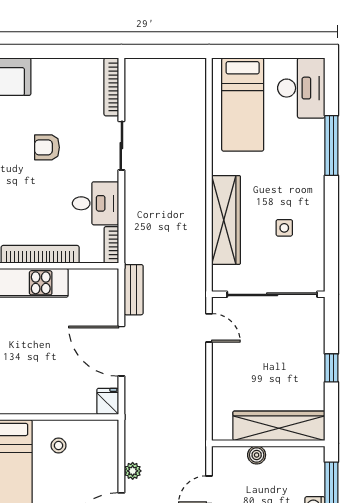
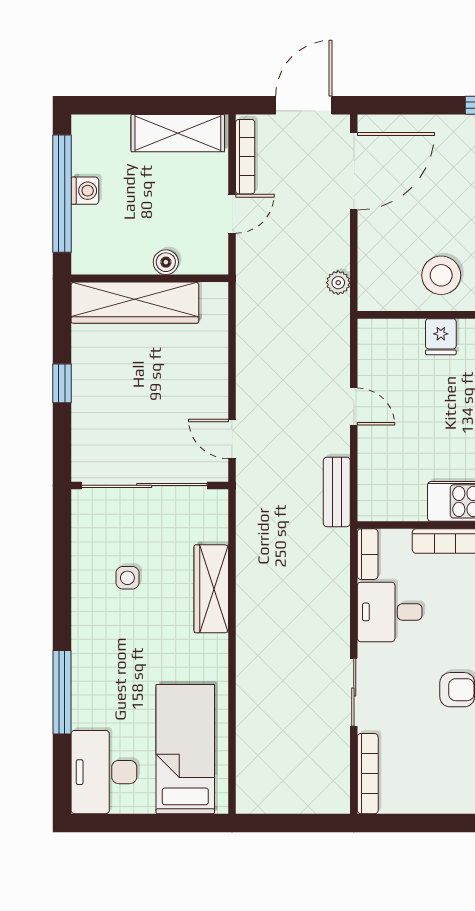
wardrobe: (226, 220) -> (211, 589), width x0.71, depth x0.85
door: (121, 351) -> (354, 407), width x0.53
fridge: (108, 401) -> (441, 337), moved
stool: (58, 446) -> (441, 275), width x1.89, depth x1.89
plant: (133, 471) -> (338, 283), moved

